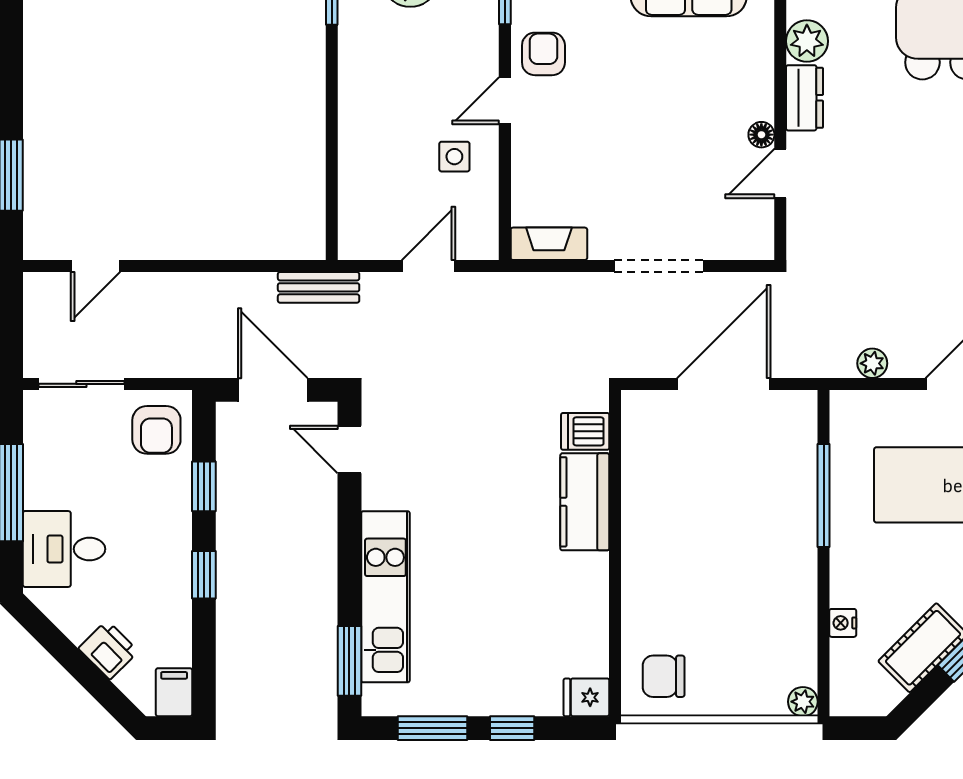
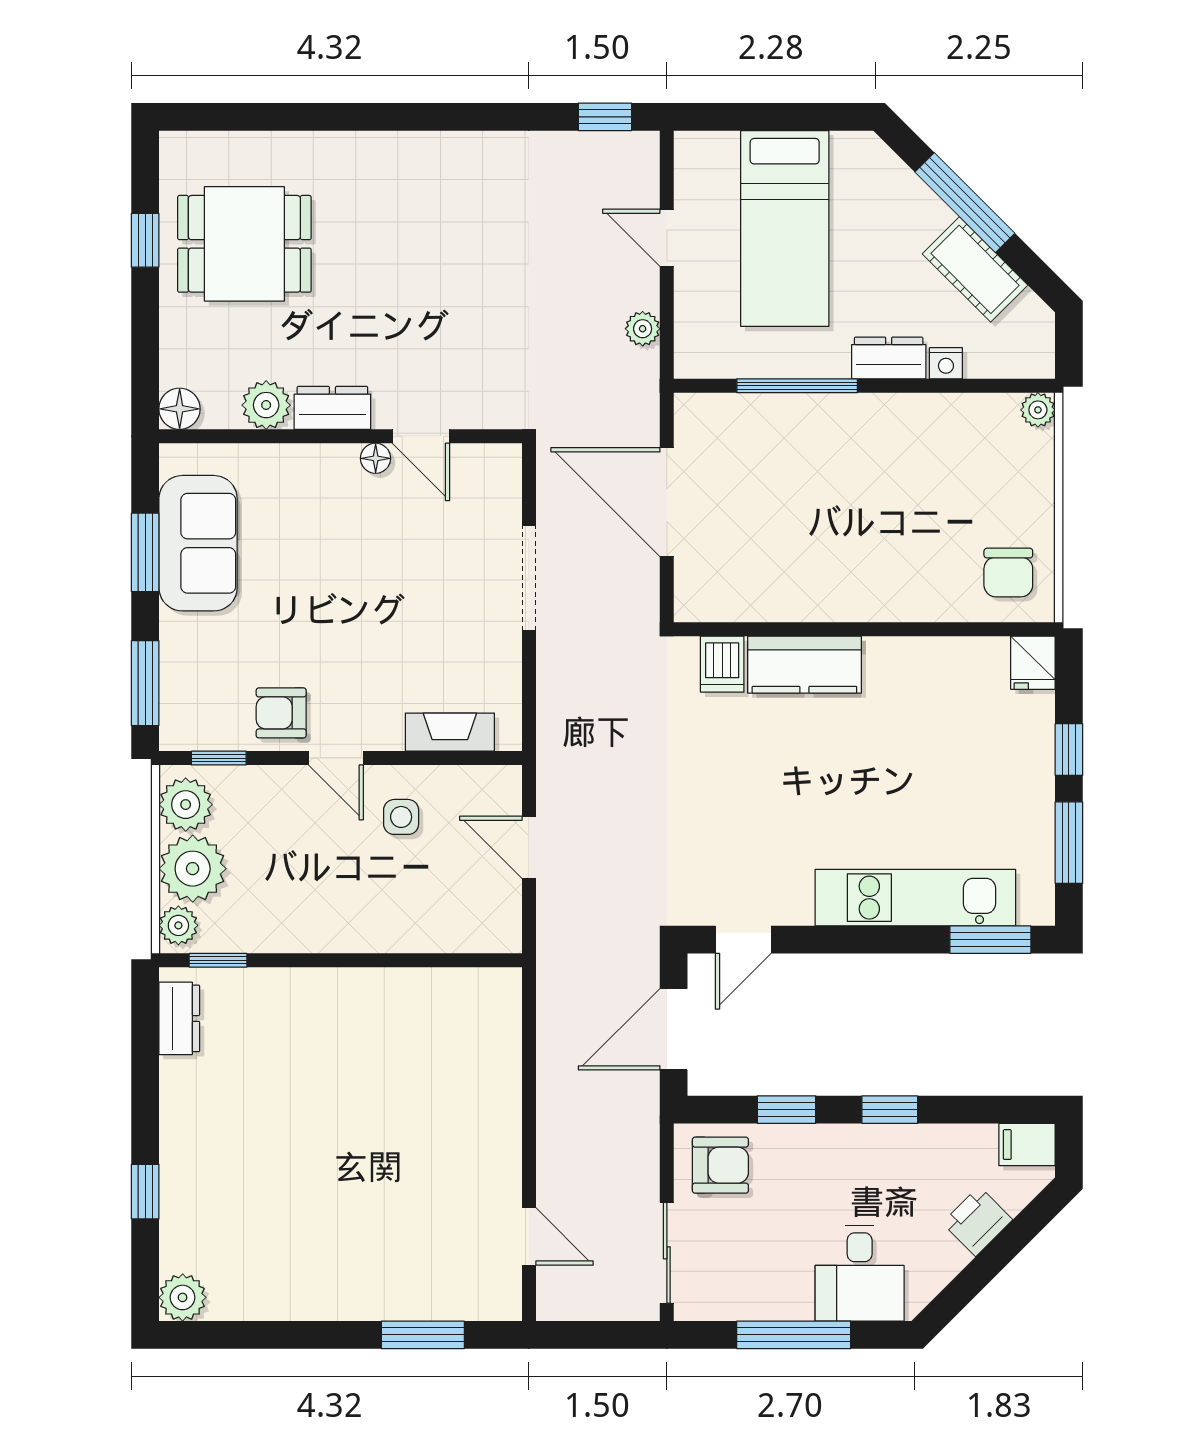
fireplace: (549, 244) -> (450, 732), moved, turned 90
bench: (319, 287) -> (554, 976), removed
dresser: (847, 574) -> (889, 358), added

